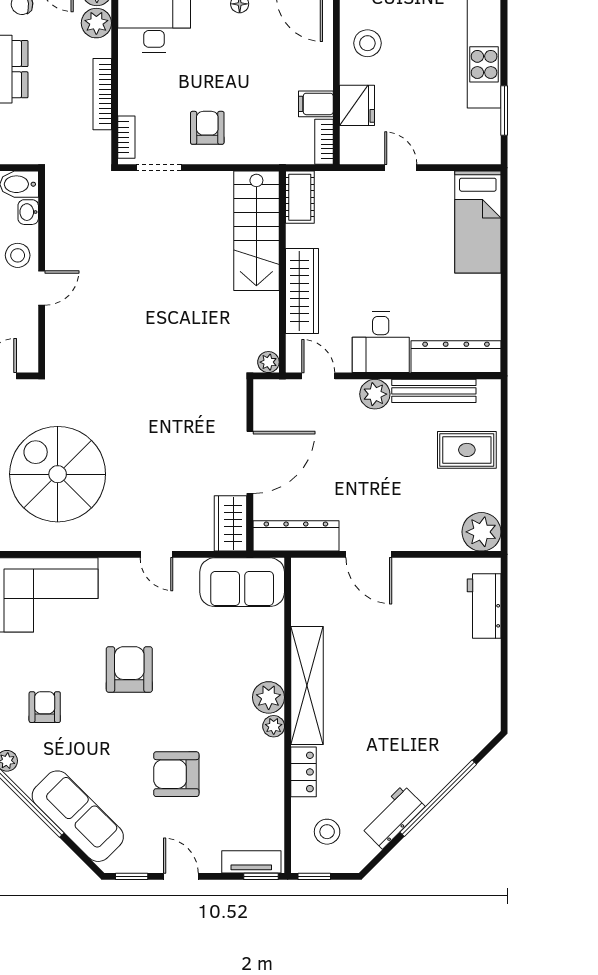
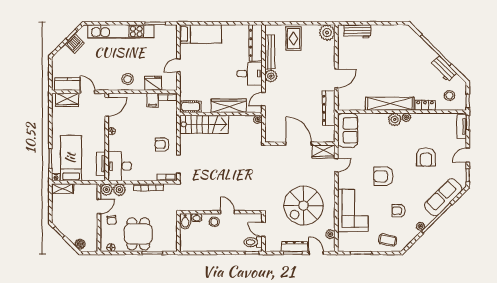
door: (250, 462) -> (299, 144), moved
wall: (250, 465) -> (300, 144), moved
wardrobe: (230, 523) -> (324, 152), moved

